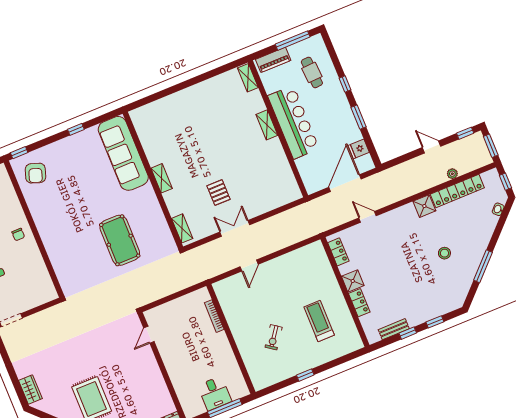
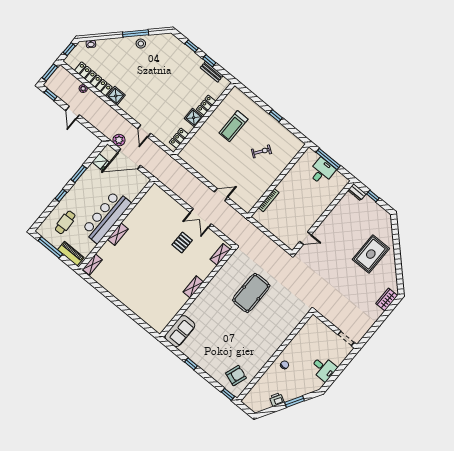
sofa: (123, 153) -> (180, 331), width x0.54, depth x0.79
plant: (372, 183) -> (119, 140), added
stool: (444, 253) -> (141, 44), moved

